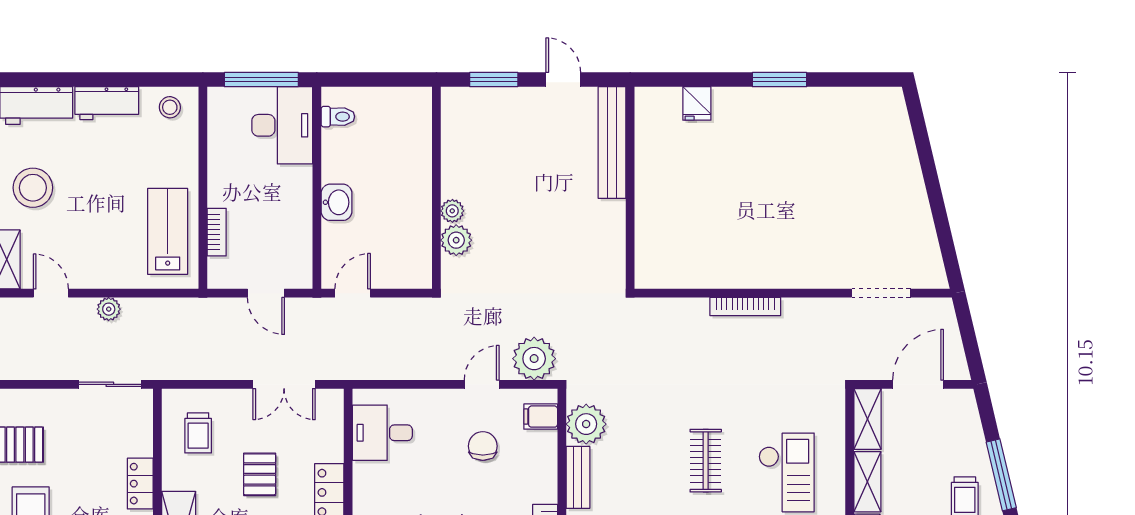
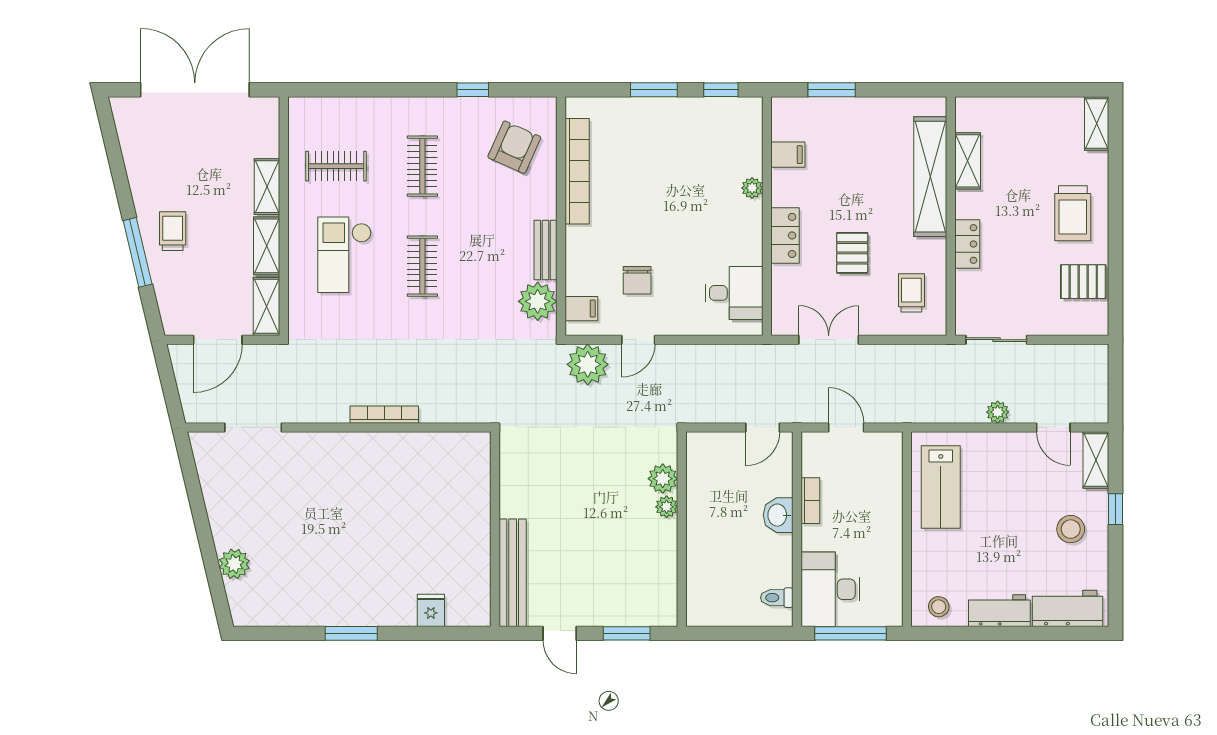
plant: (901, 152) -> (234, 564), added
stool: (33, 188) -> (1071, 529), width x0.73, depth x0.73
bookcase: (217, 232) -> (810, 501), moved, turned 180

